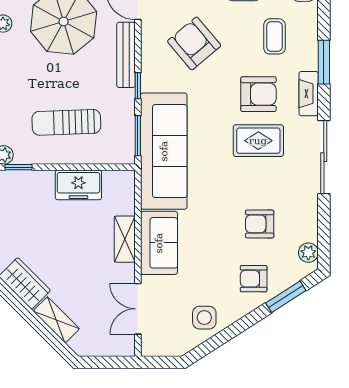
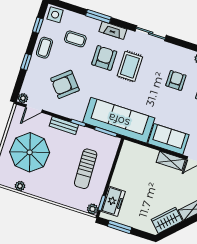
bench: (126, 55) -> (64, 125), width x0.73
sliding door: (324, 157) -> (151, 33), width x0.73
freezer: (78, 185) -> (113, 201), moved
armchair: (260, 224) -> (176, 80), turned 180
shelving: (125, 239) -> (171, 161), moved

